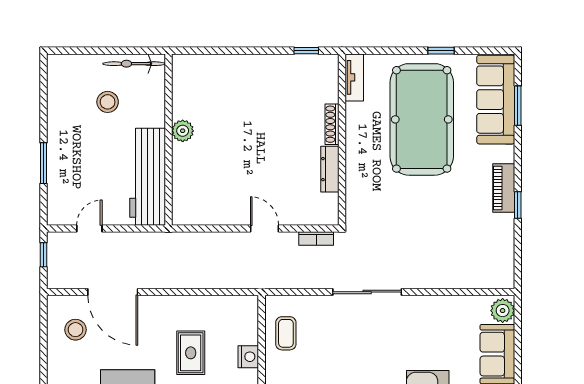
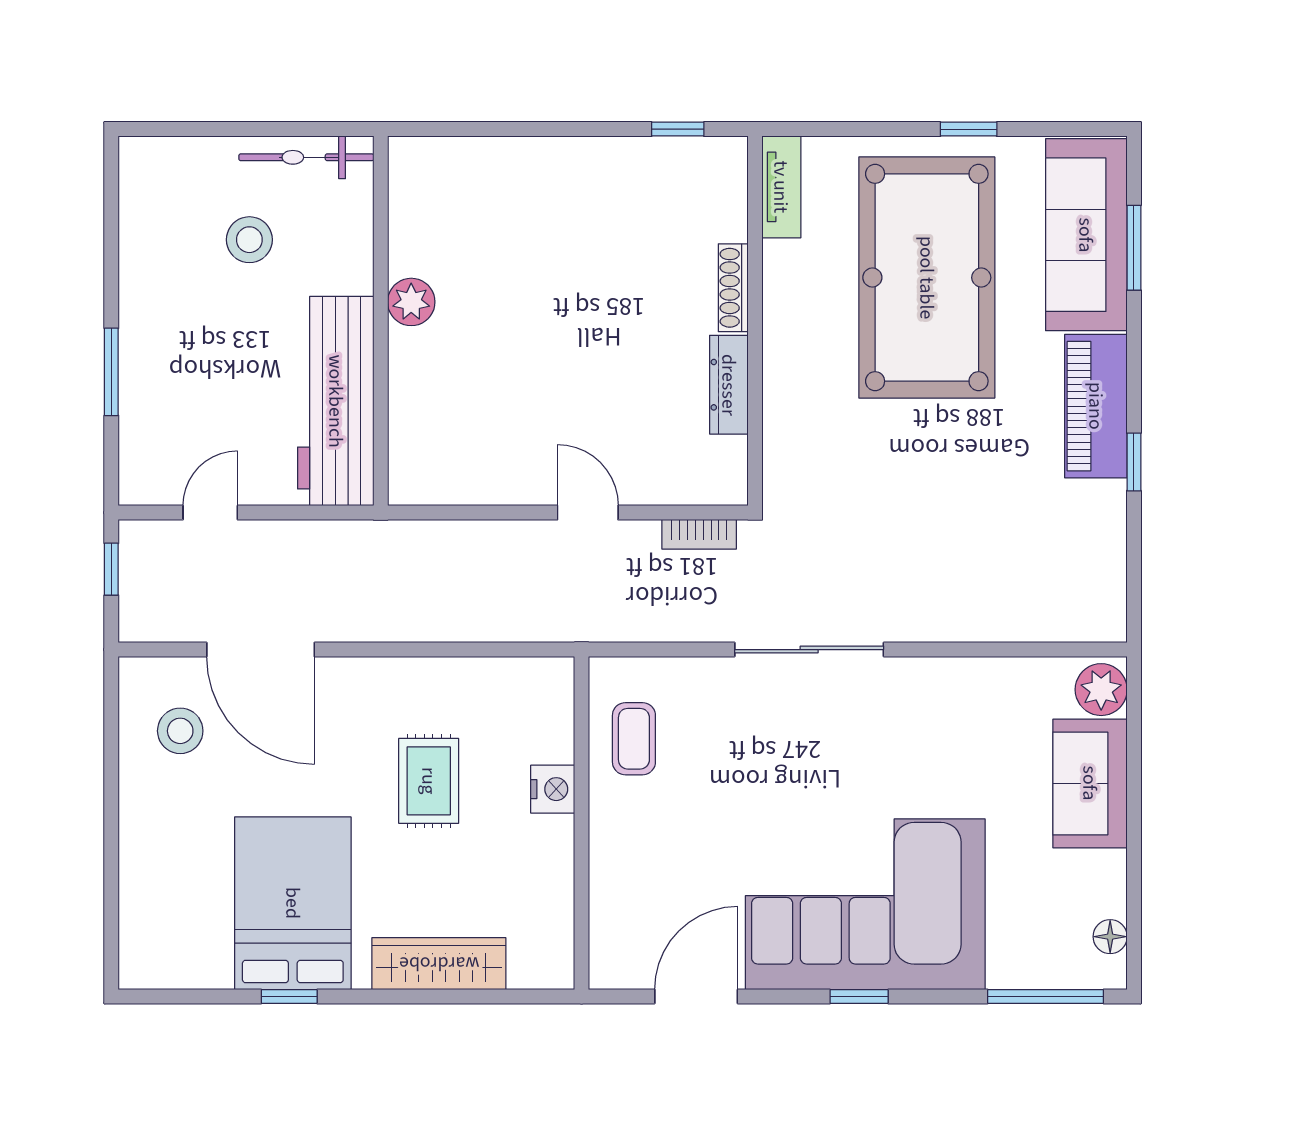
piano: (504, 188) -> (1096, 406), width x1.37, depth x1.33

